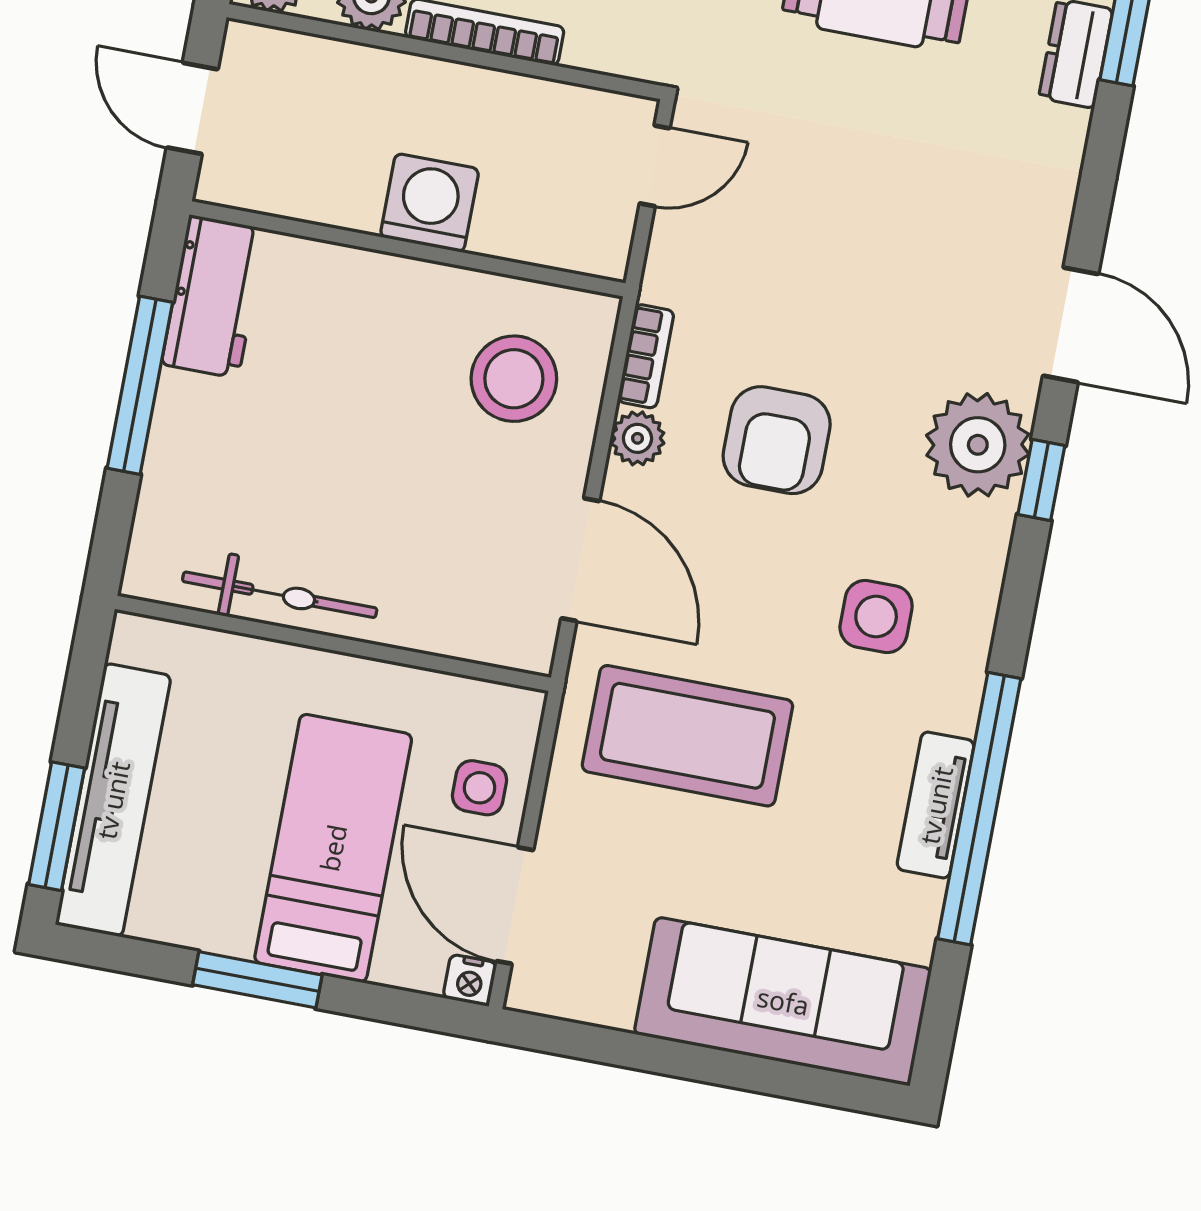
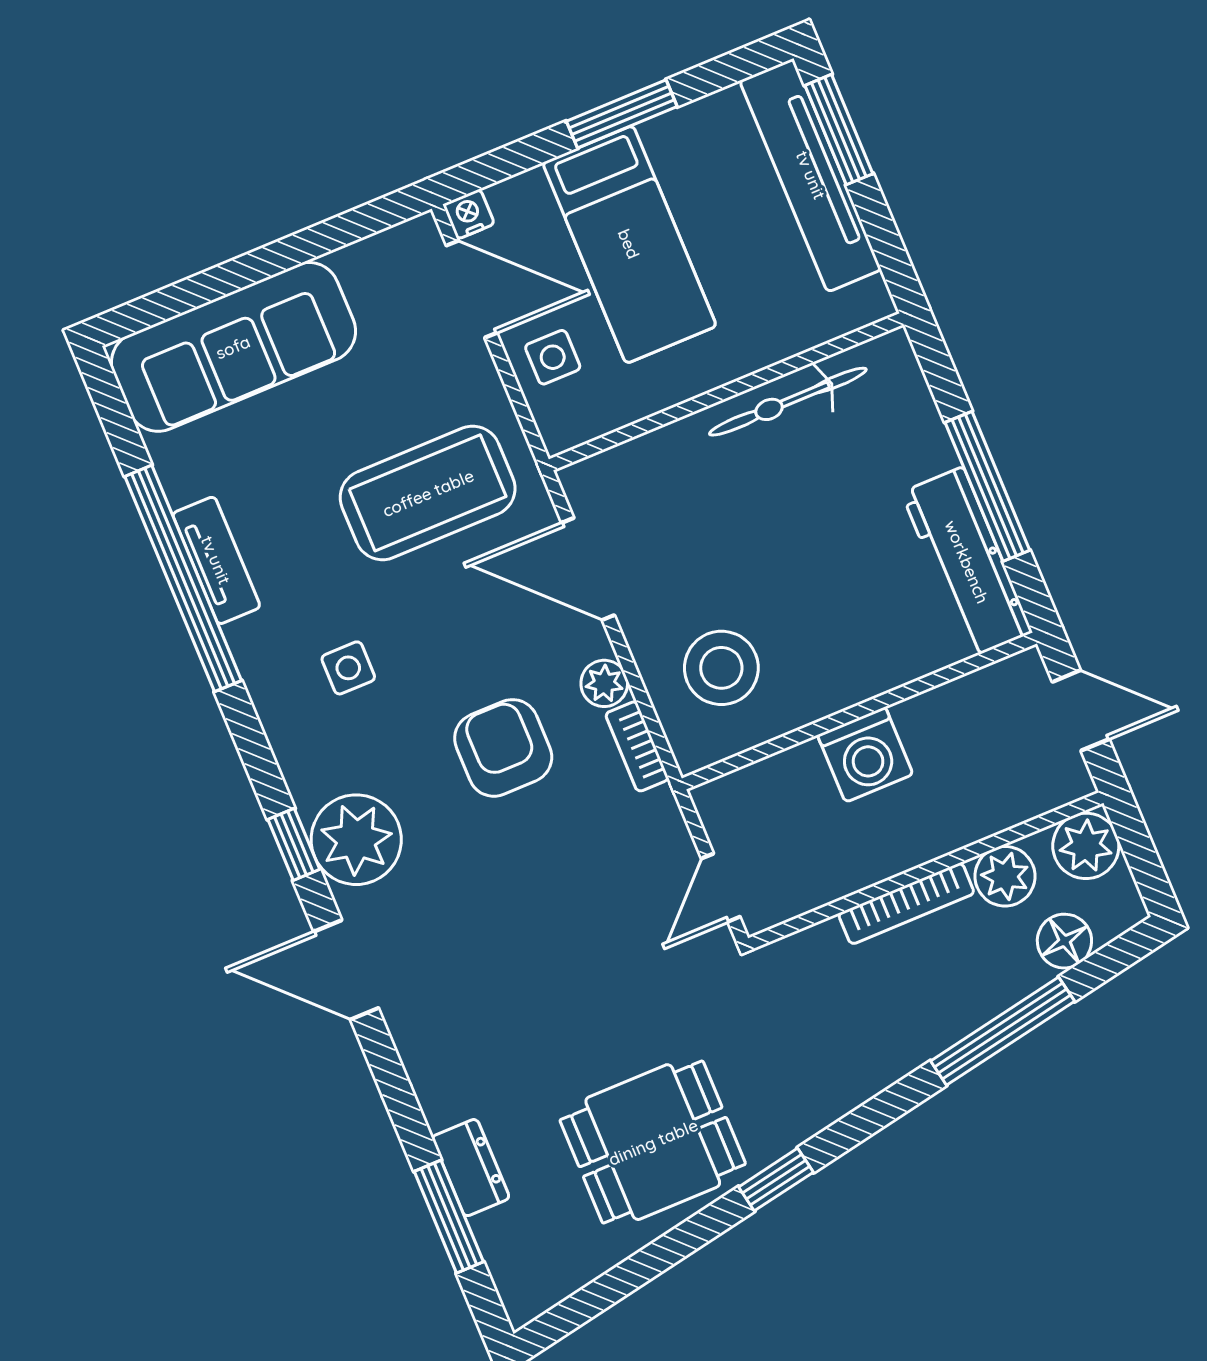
workbench: (214, 297) -> (967, 562), width x1.38
side table: (876, 617) -> (348, 668), width x0.73, depth x0.73

